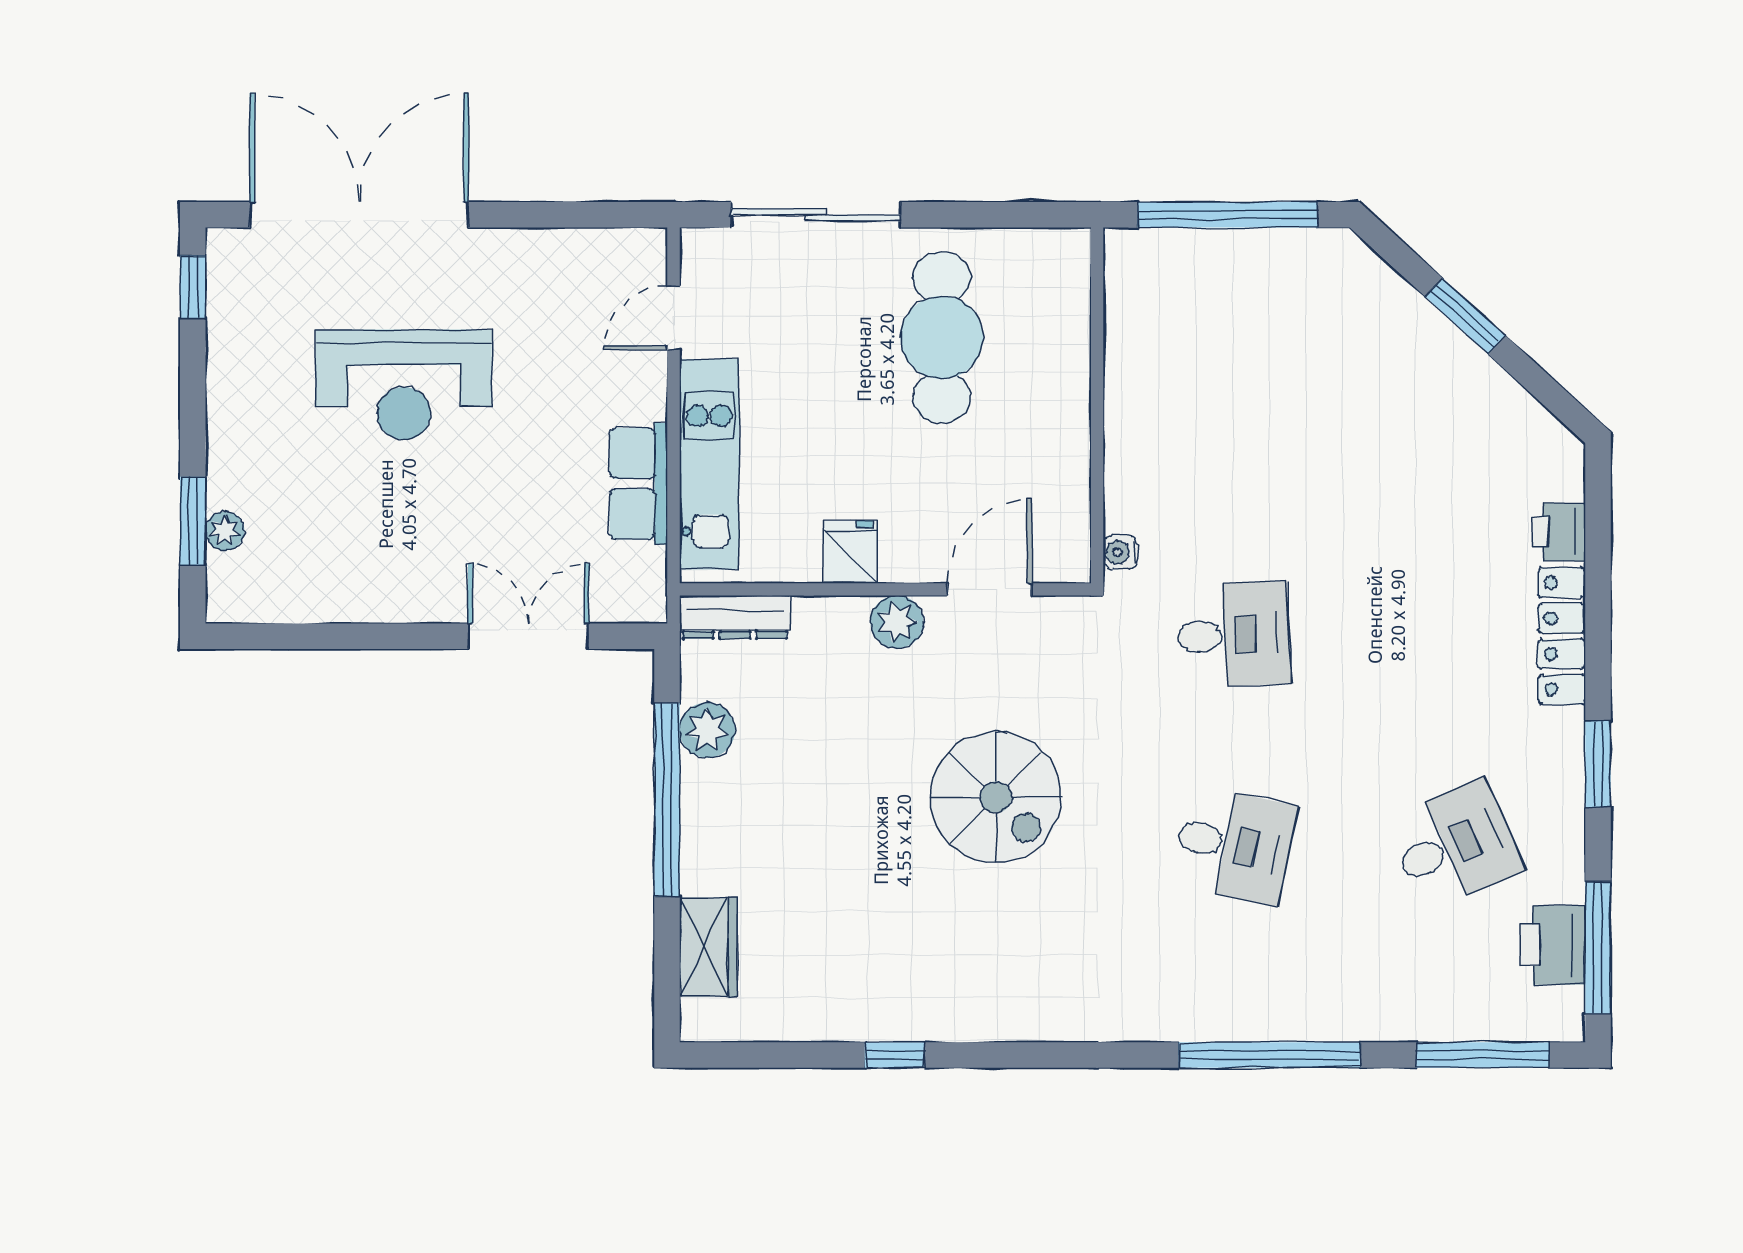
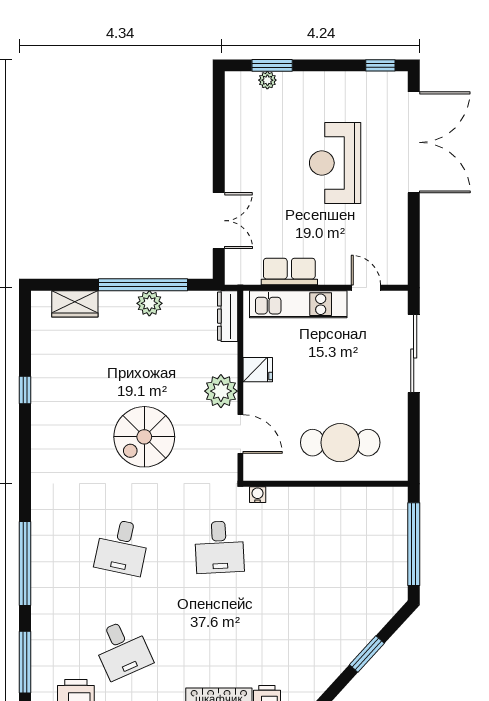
cafe table: (942, 337) -> (340, 443), moved
plant: (897, 622) -> (221, 391), width x1.36, depth x1.36
plant: (707, 730) -> (149, 303), moved

